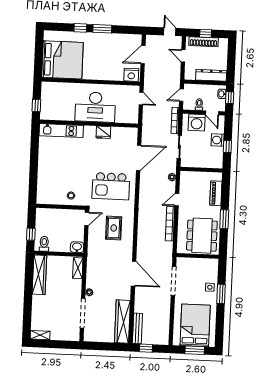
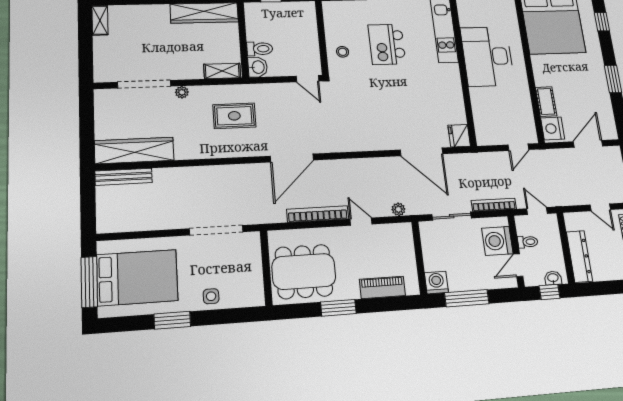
window: (80, 28) -> (602, 22), moved
door: (143, 55) -> (588, 144), hinge flipped
door: (183, 56) -> (600, 207), swing flipped
cot: (114, 75) -> (546, 102), added
desk: (95, 107) -> (487, 56), moved
fridge: (103, 132) -> (459, 136), moved
washing machine: (218, 140) -> (436, 282), moved
window: (227, 146) -> (467, 298), width x2.17
kitchen island: (111, 186) -> (387, 44), moved, width x0.73, depth x0.78
rug: (114, 228) -> (234, 116), moved
toilet: (44, 244) -> (260, 49), moved
door: (134, 274) -> (292, 158), moved
window: (221, 294) -> (172, 320), moved
window: (146, 348) -> (88, 195), removed
window: (195, 350) -> (89, 282), width x1.44

